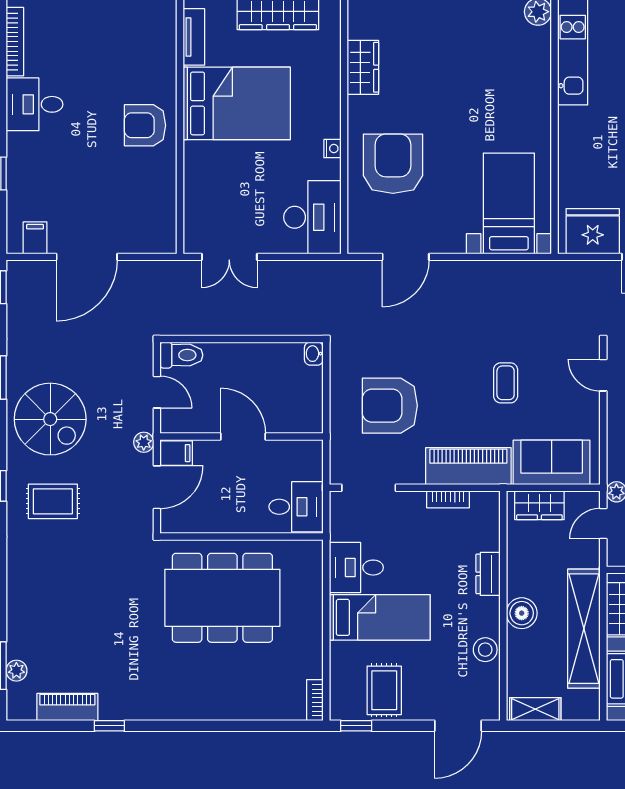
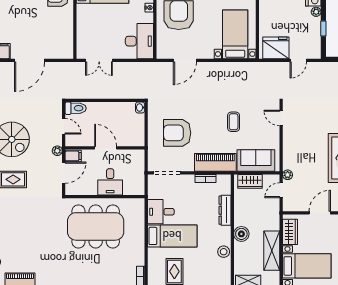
desk: (296, 507) -> (110, 182), moved, turned 90
dresser: (488, 574) -> (225, 210), width x1.44
shelving: (584, 629) -> (272, 251), width x0.68

